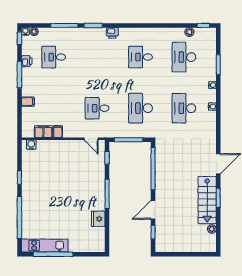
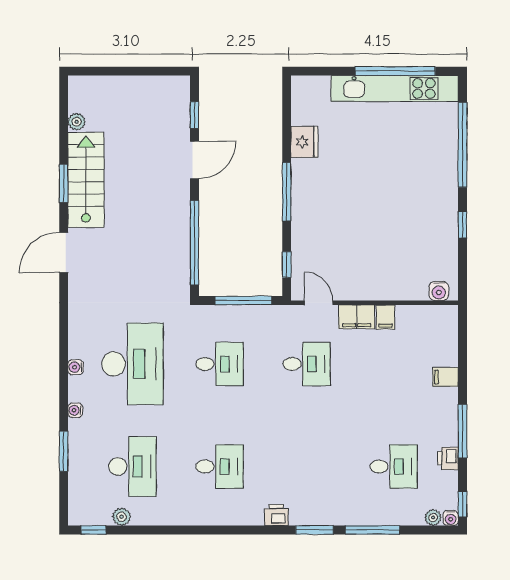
desk: (141, 108) -> (220, 364), width x0.73
desk: (184, 108) -> (132, 364), width x1.36, depth x1.30
filing cabinet: (43, 132) -> (357, 317), moved
kitchen unit: (45, 246) -> (395, 88), width x1.36

